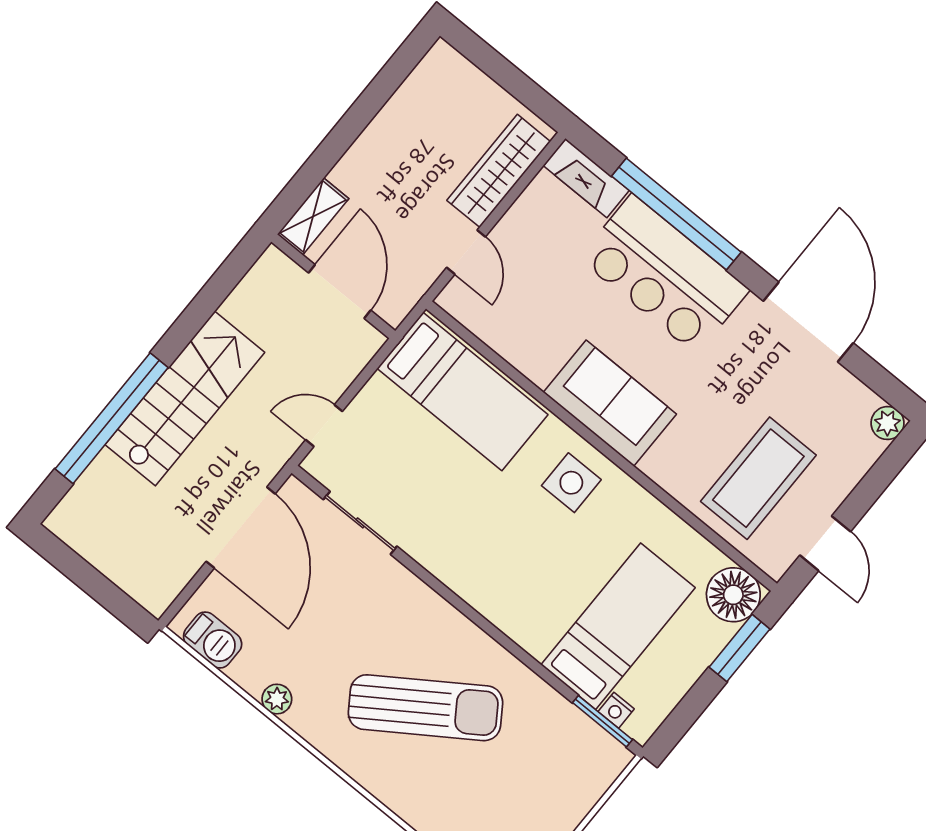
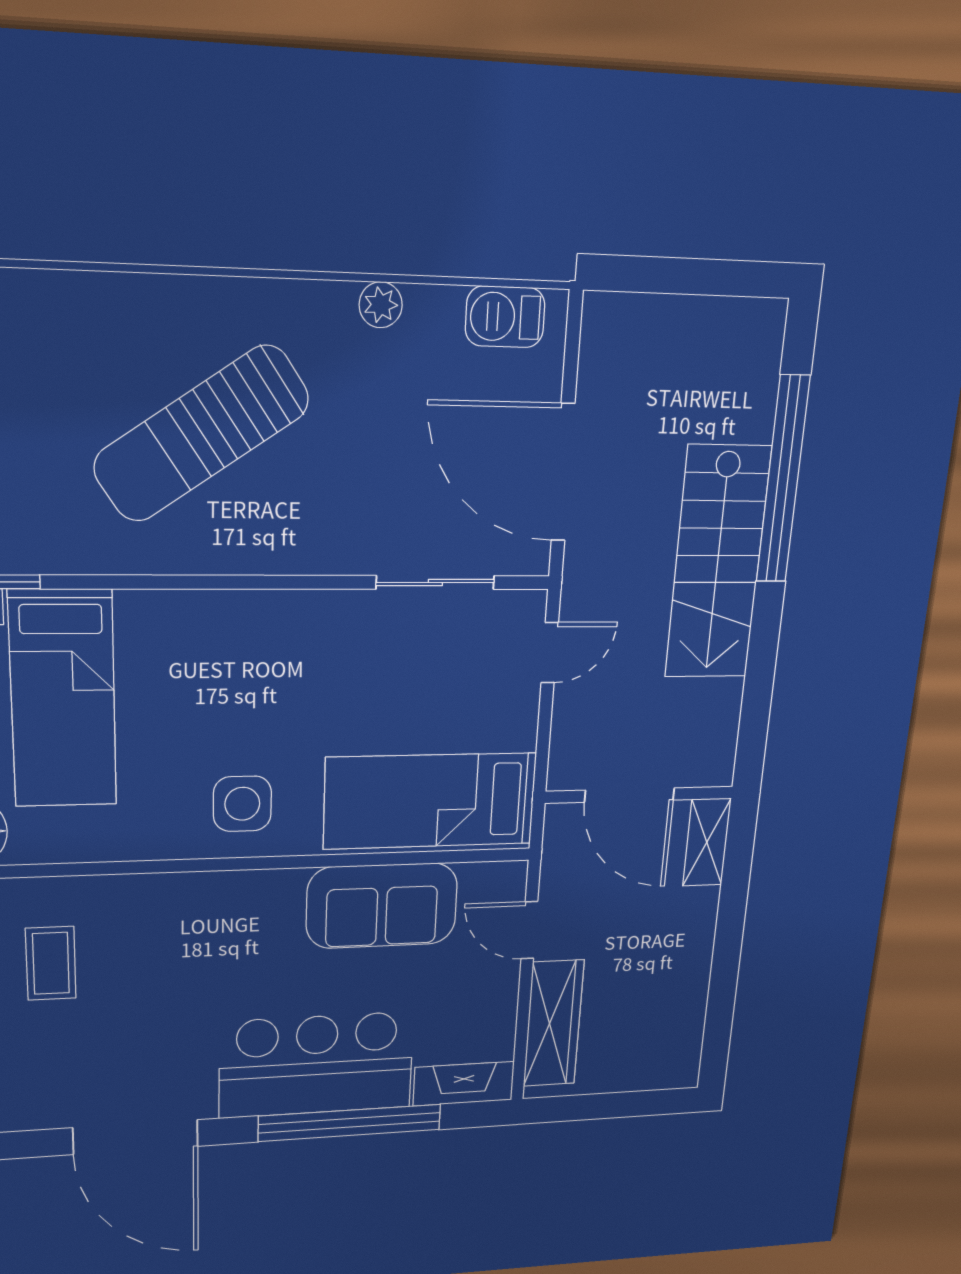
sofa: (610, 403) -> (382, 906), moved
coffee table: (758, 478) -> (51, 963), width x0.54, depth x0.58

